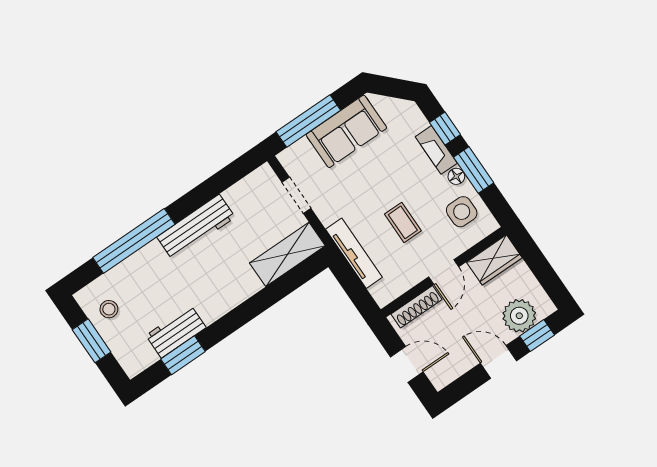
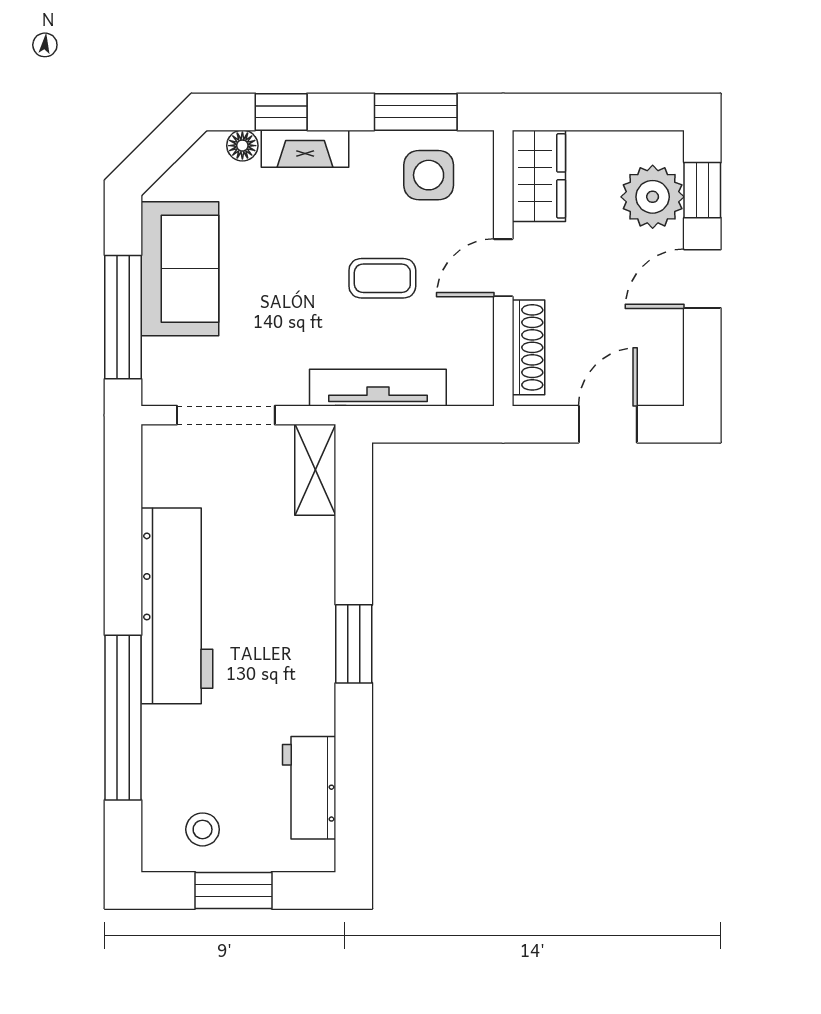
window: (474, 170) -> (416, 112), moved
floor lamp: (456, 176) -> (242, 146), moved
doorway: (296, 195) -> (226, 415), width x1.38
workbench: (196, 227) -> (177, 606), width x1.36, depth x1.32
shelving: (287, 254) -> (315, 470), width x0.67, depth x0.75
door: (444, 272) -> (503, 268), swing flipped
workbench: (176, 331) -> (309, 788), moved
window: (183, 355) -> (354, 644), moved

